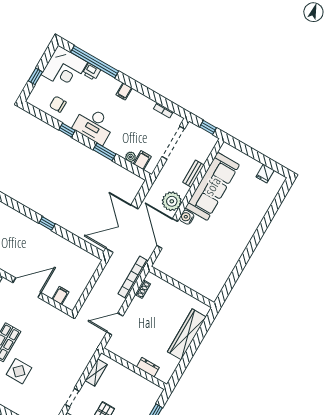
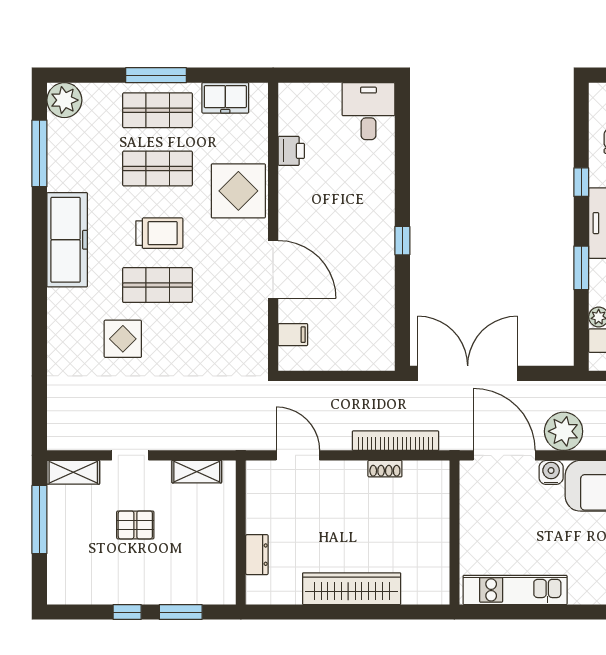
door: (167, 233) -> (504, 455), hinge flipped
kitchen unit: (229, 263) -> (515, 590), added
wall: (181, 287) -> (454, 532), moved

